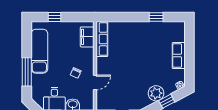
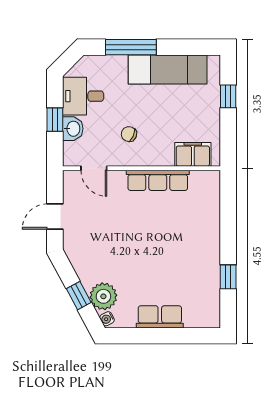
row of seats: (102, 39) -> (158, 180), moved
door: (95, 82) -> (94, 168), moved
plant: (156, 93) -> (103, 296), moved

